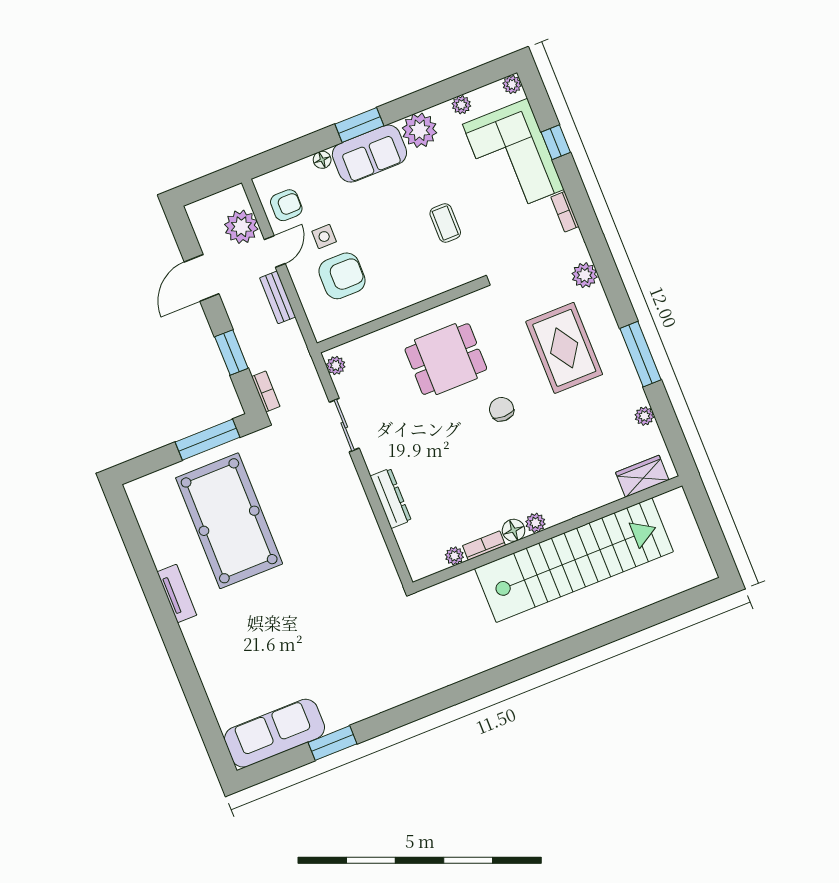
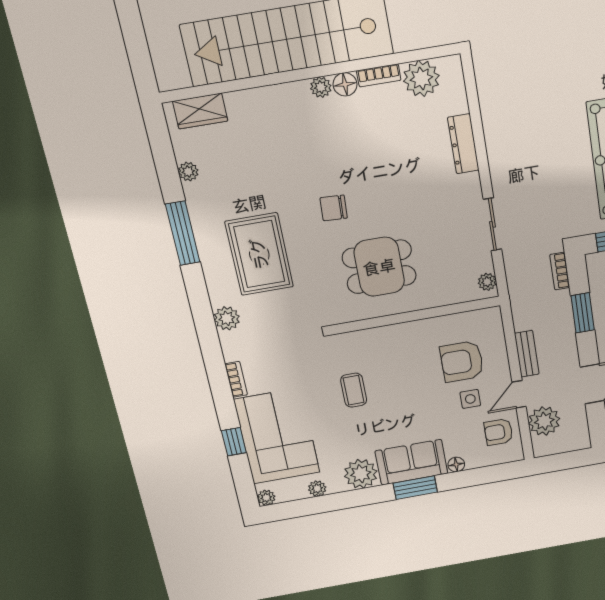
chair: (502, 409) -> (334, 208), turned 93
plant: (454, 556) -> (421, 78), width x1.88, depth x1.88

